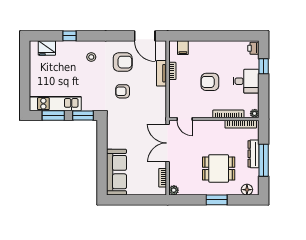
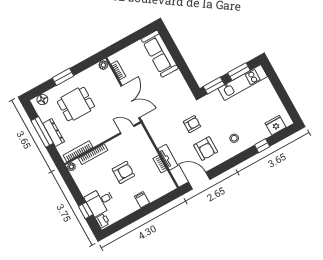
filing cabinet: (183, 48) -> (142, 200), moved
armchair: (123, 62) -> (206, 149), turned -90
desk: (246, 81) -> (100, 201), moved

